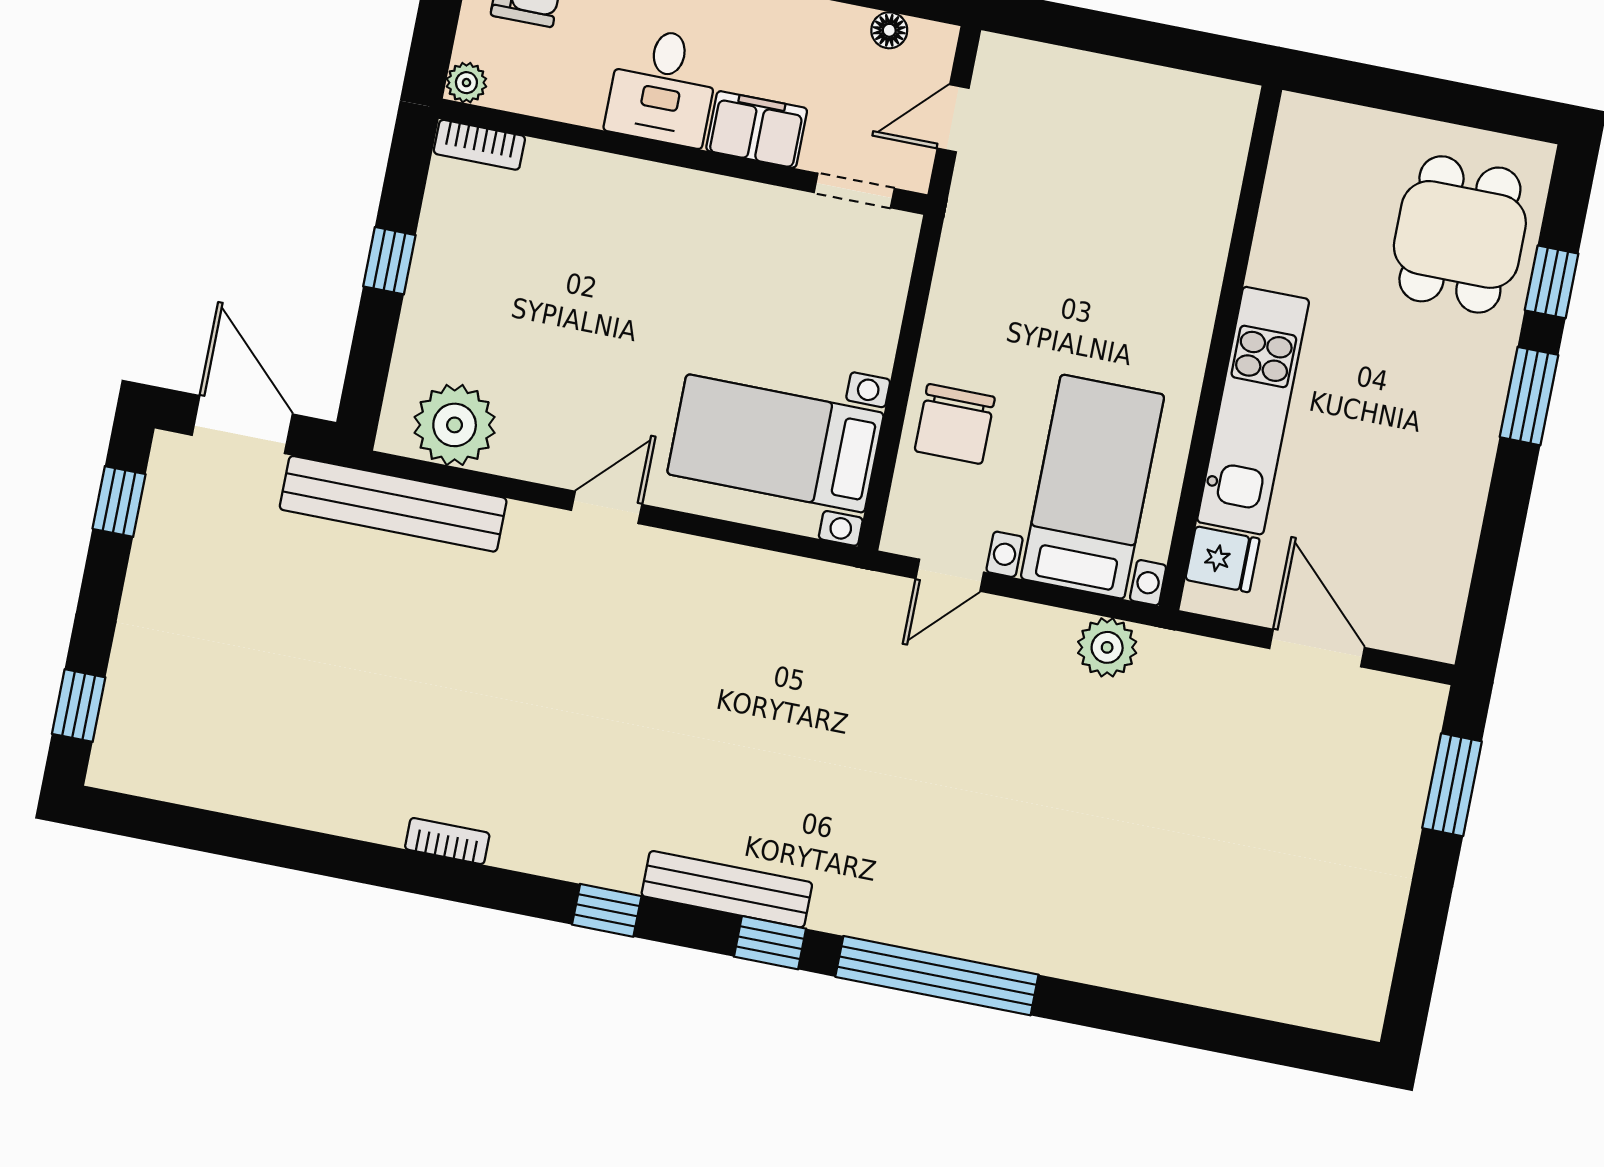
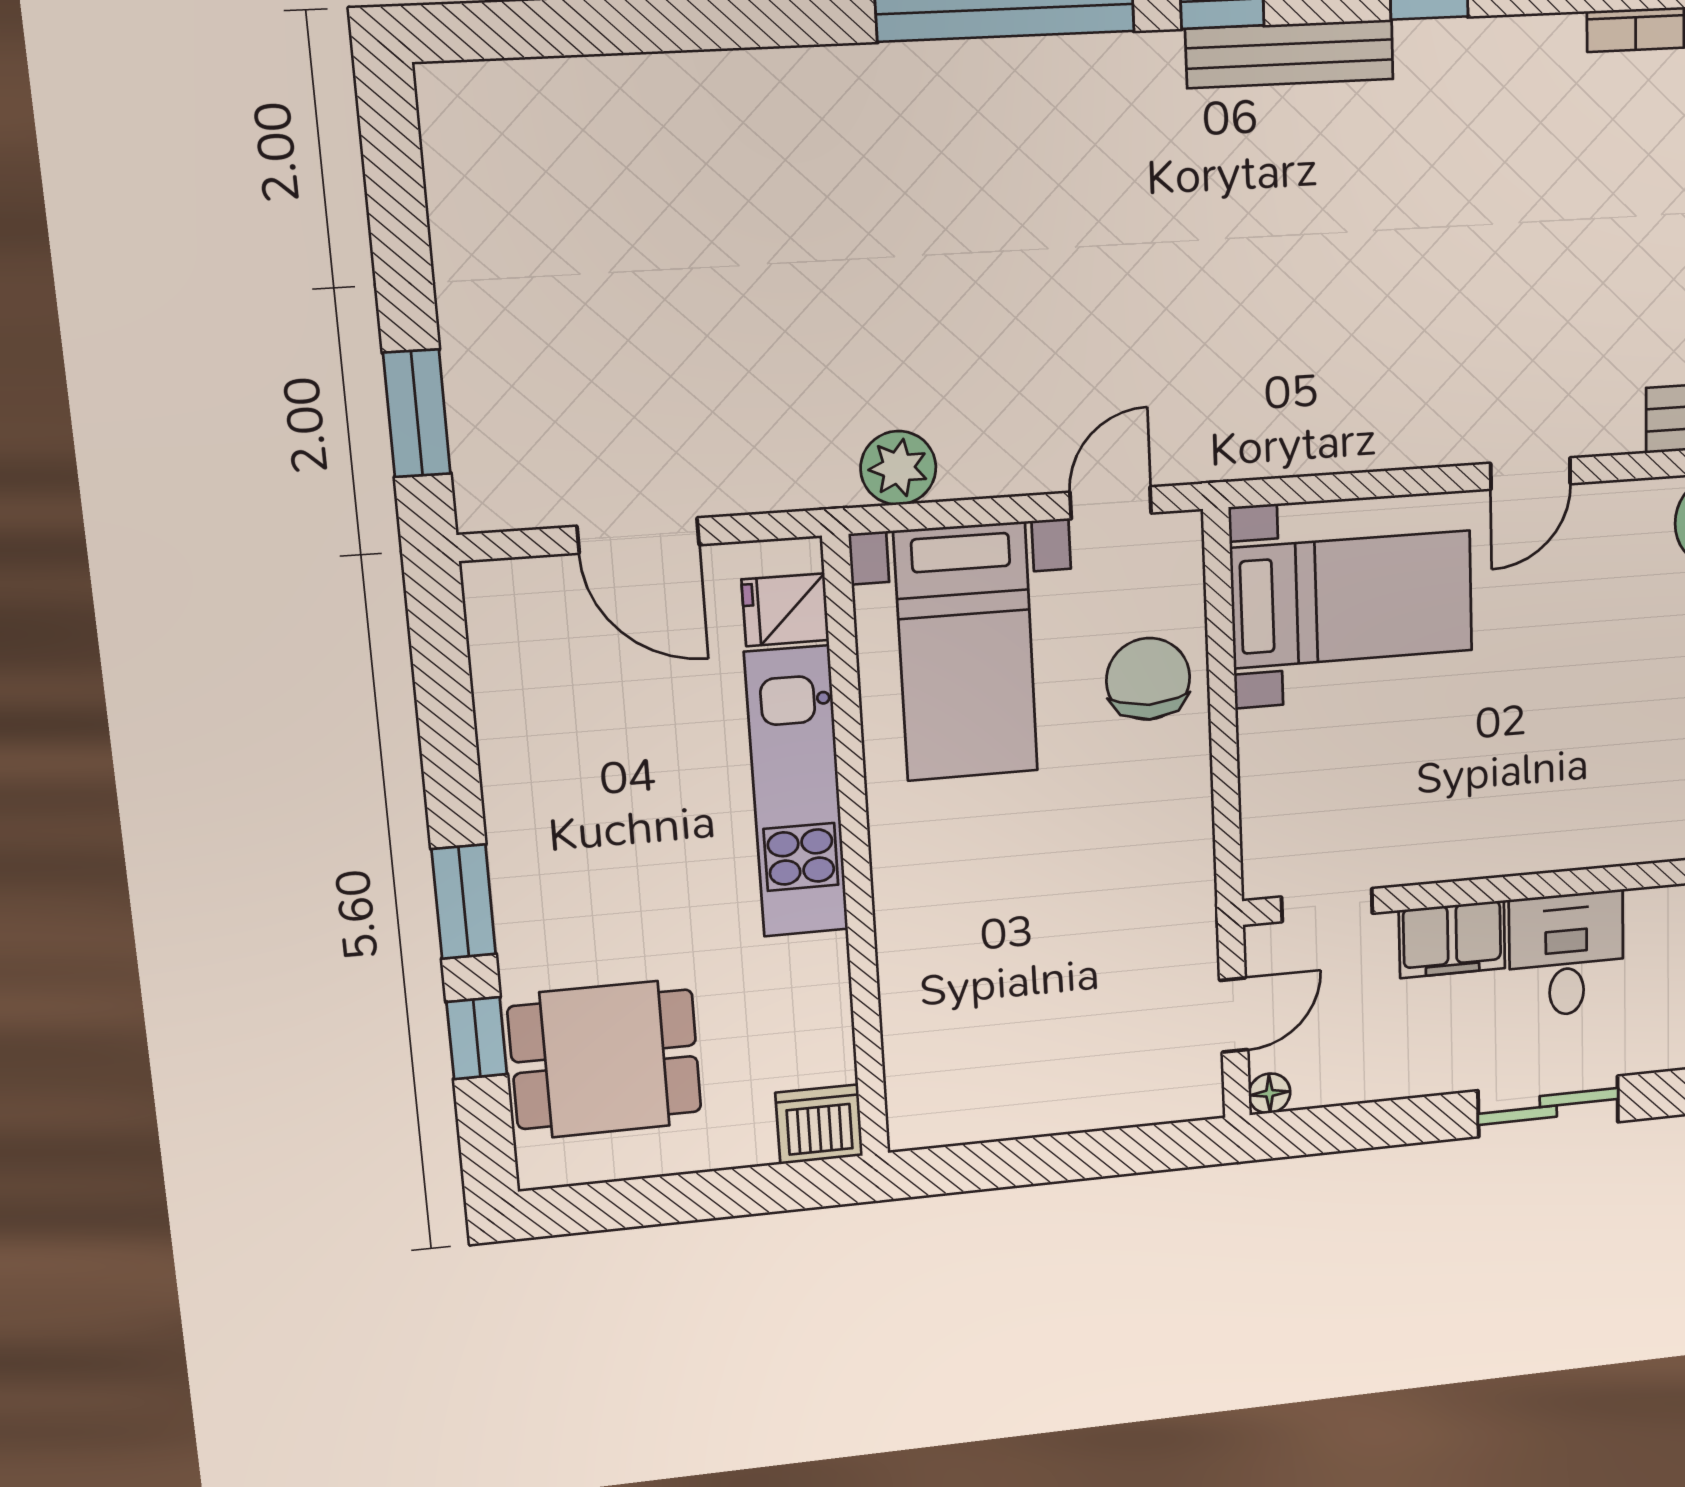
floor lamp: (889, 30) -> (1269, 1093), moved
dishwasher: (1309, 128) -> (819, 1124), added
dining table: (1460, 234) -> (605, 1059), turned 90

